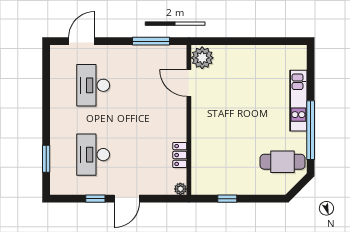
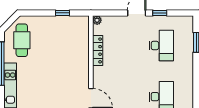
locker: (180, 155) -> (98, 50), width x1.53
cafe table: (282, 162) -> (22, 40), turned 90

